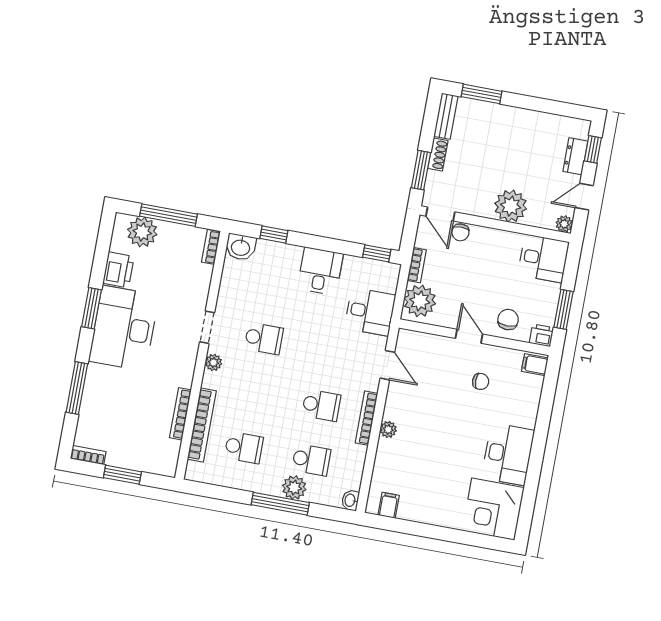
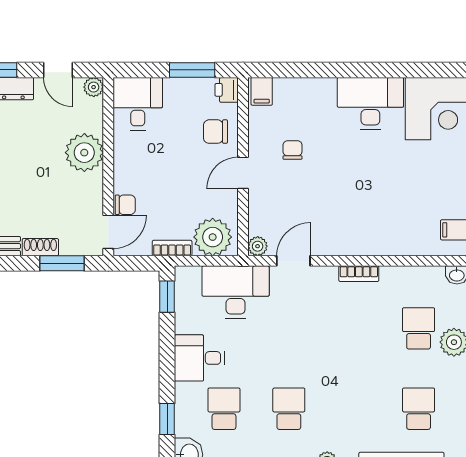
desk: (370, 312) -> (236, 292), width x1.37
school desk: (321, 405) -> (224, 409), moved
bookcase: (366, 418) -> (359, 274), width x0.64
plant: (388, 429) -> (258, 246), moved

